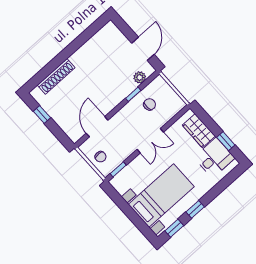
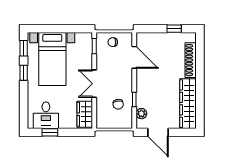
wardrobe: (95, 45) -> (188, 104), added
wardrobe: (199, 131) -> (85, 114), moved, turned -90

